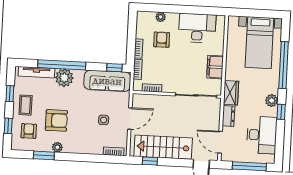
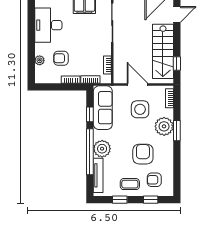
window: (114, 68) -> (90, 114), moved
side table: (104, 120) -> (140, 109), width x1.87, depth x1.87
plant: (57, 147) -> (164, 126), moved, width x1.87, depth x1.87
window: (44, 155) -> (177, 131), moved

